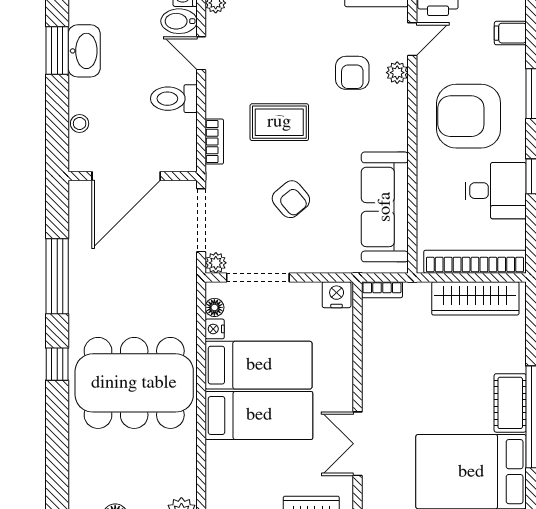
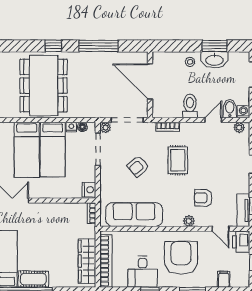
plant: (397, 73) -> (189, 221), moved
stool: (80, 124) -> (190, 62), moved

